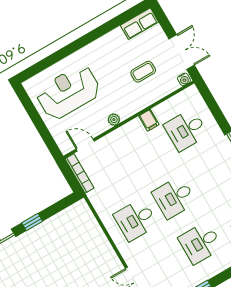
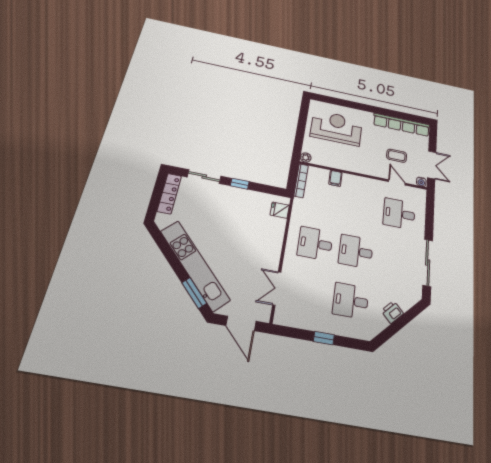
row of seats: (139, 24) -> (402, 125), width x2.02
plant: (114, 120) -> (306, 158), moved
filing cabinet: (149, 120) -> (335, 178), moved
door: (85, 145) -> (397, 182), moved
fridge: (84, 216) -> (280, 210), added

